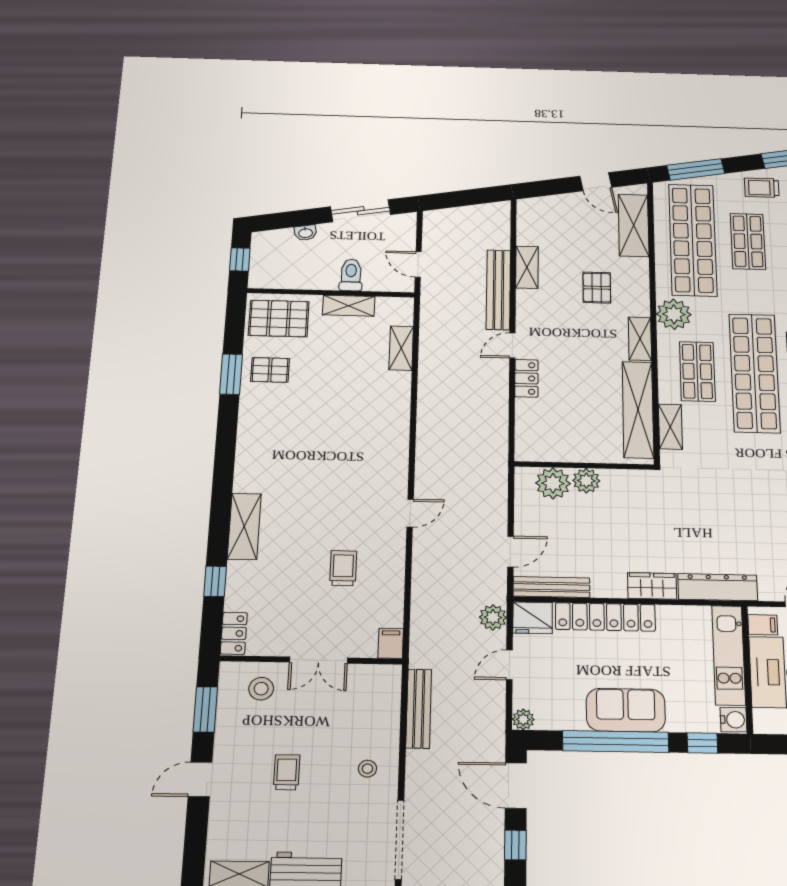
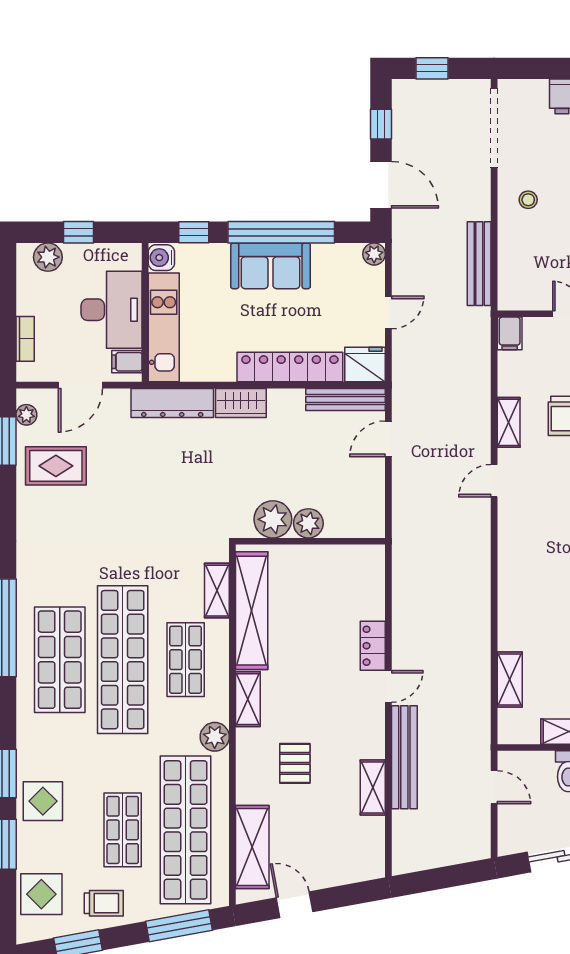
plant: (674, 314) -> (215, 737), width x0.73, depth x0.73
plant: (553, 483) -> (273, 519), moved
shelving: (395, 564) -> (509, 422), added
plant: (493, 617) -> (406, 364), removed

